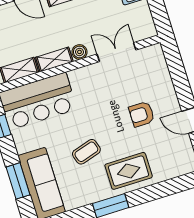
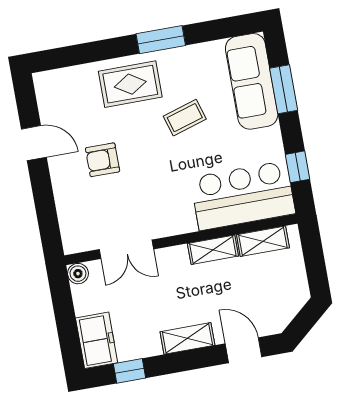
boiler: (79, 52) -> (78, 274), moved
armchair: (142, 114) -> (103, 160), turned 180

